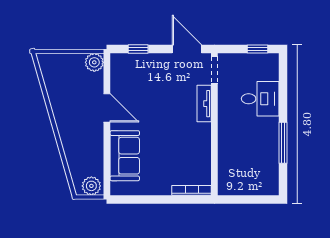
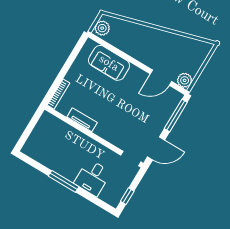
window: (138, 49) -> (176, 115), width x2.17
tv unit: (204, 104) -> (82, 120), moved
door: (107, 108) -> (161, 78), moved
window: (283, 143) -> (64, 181), moved

